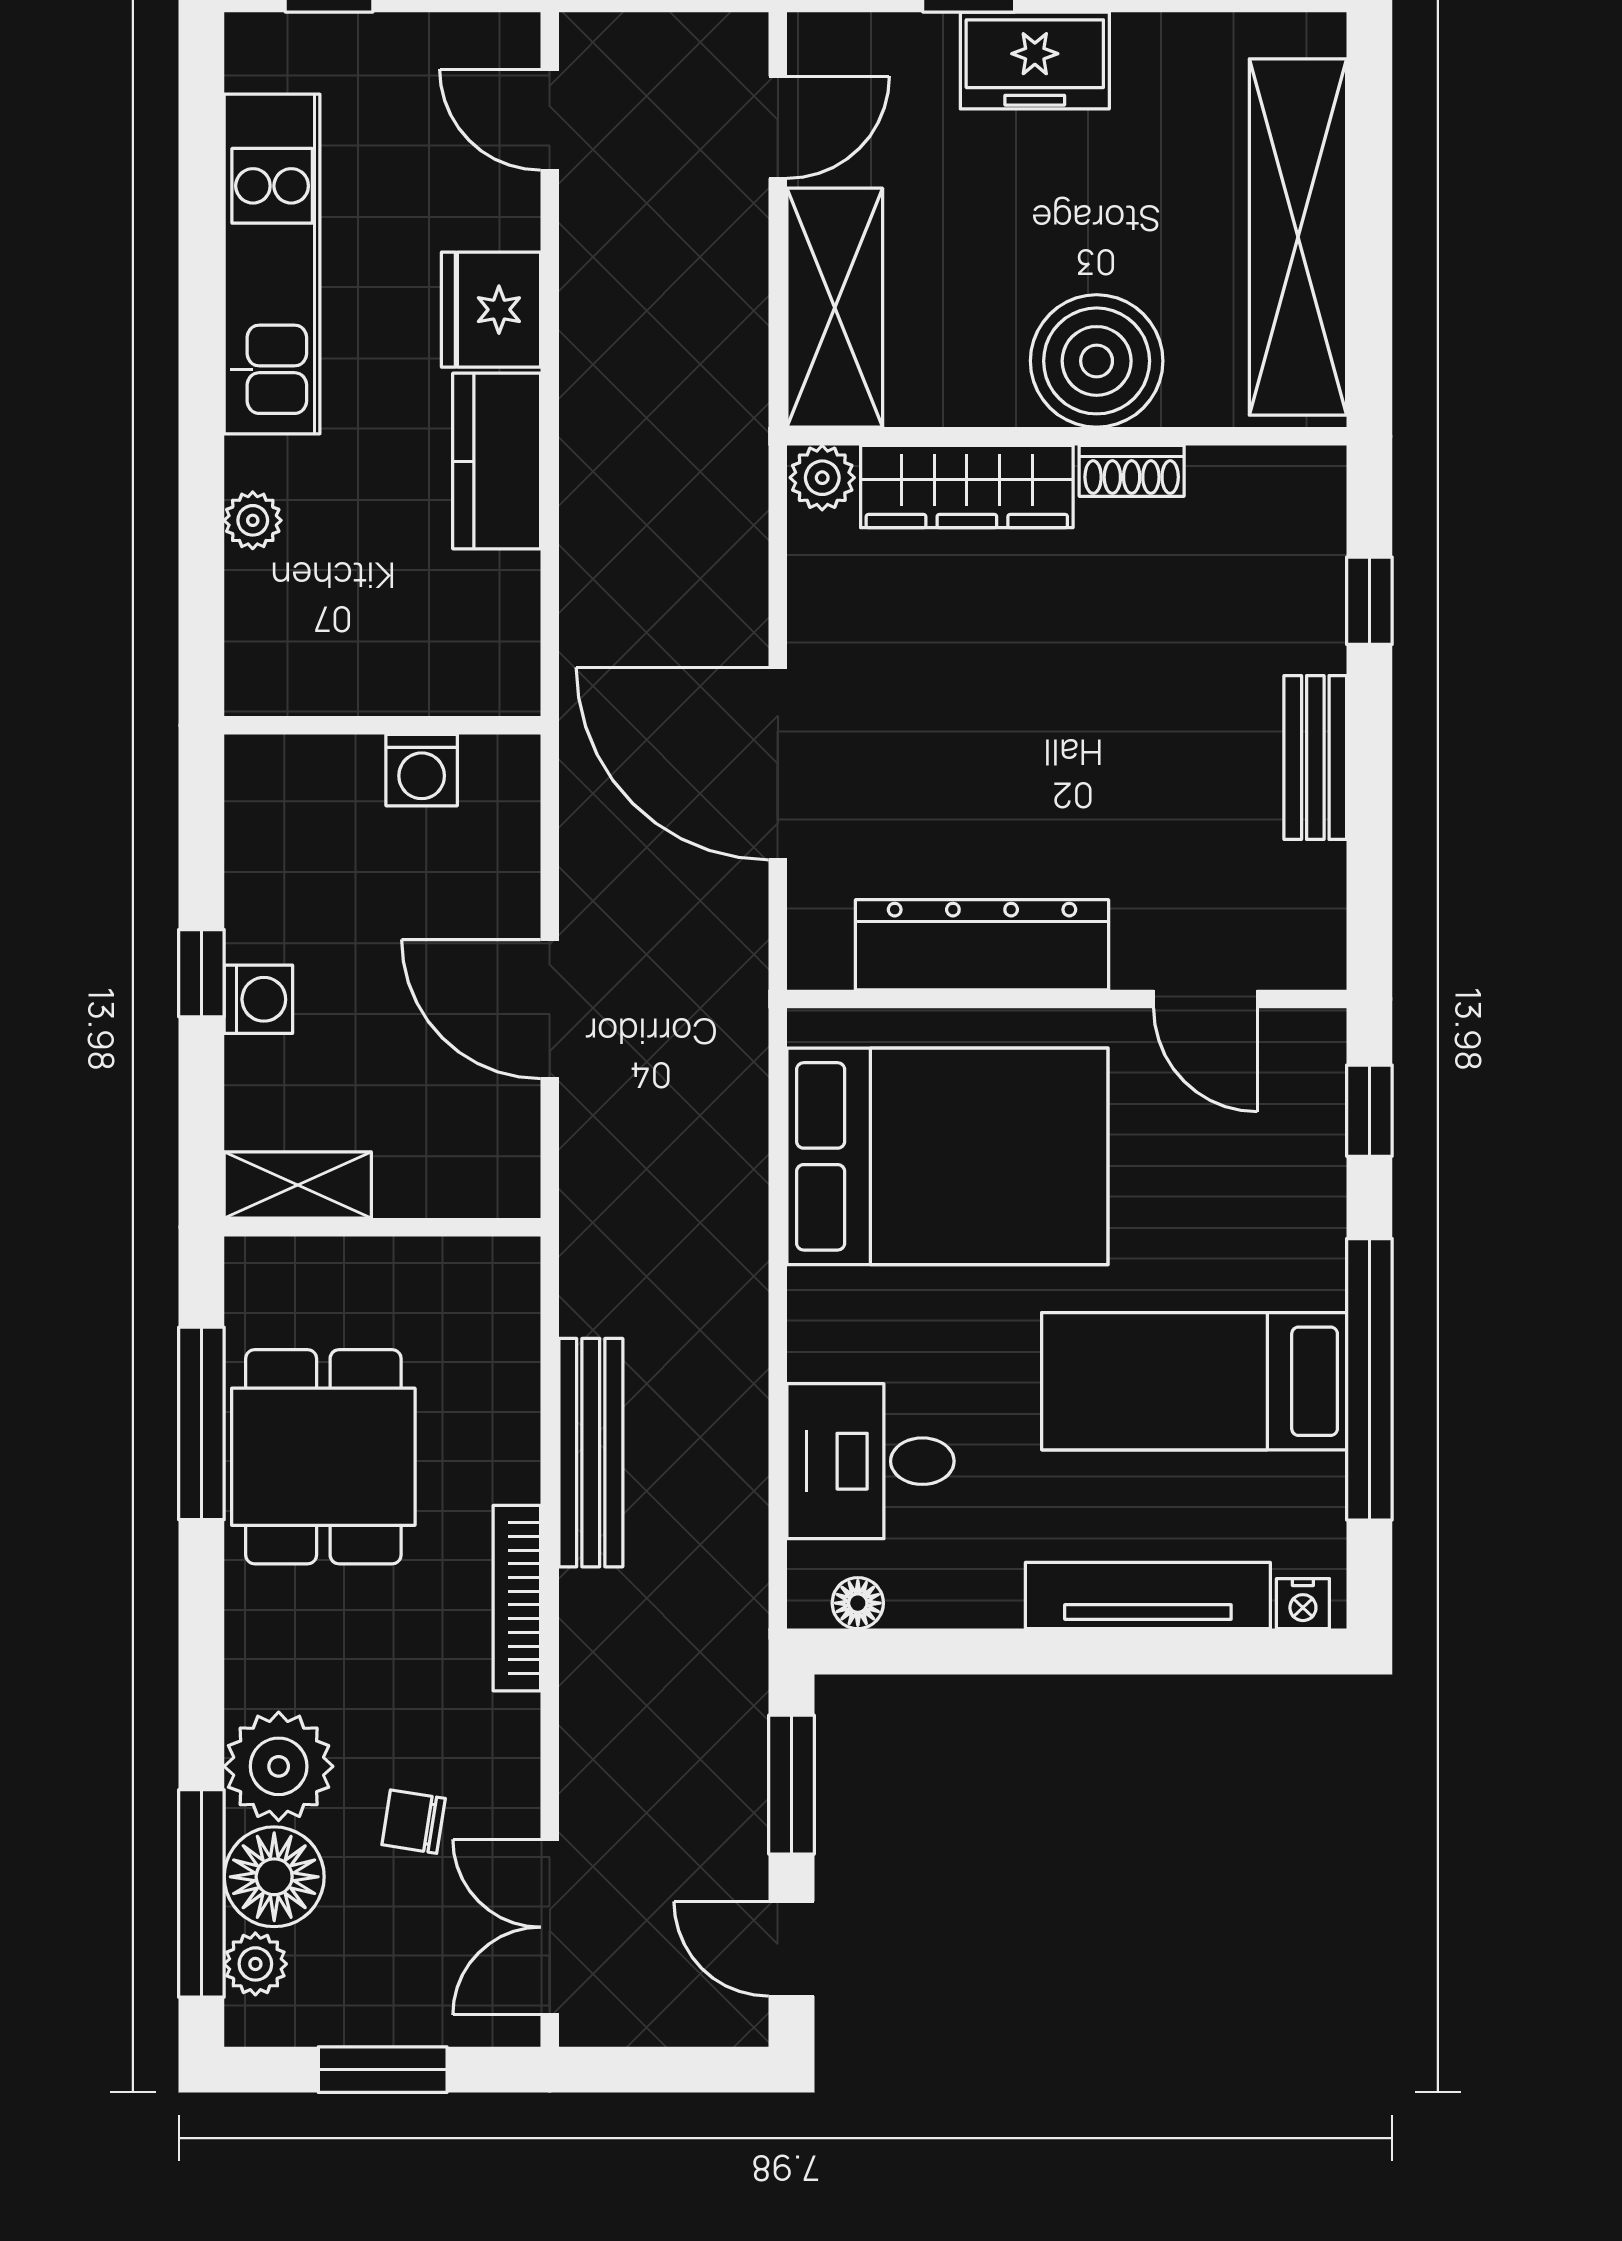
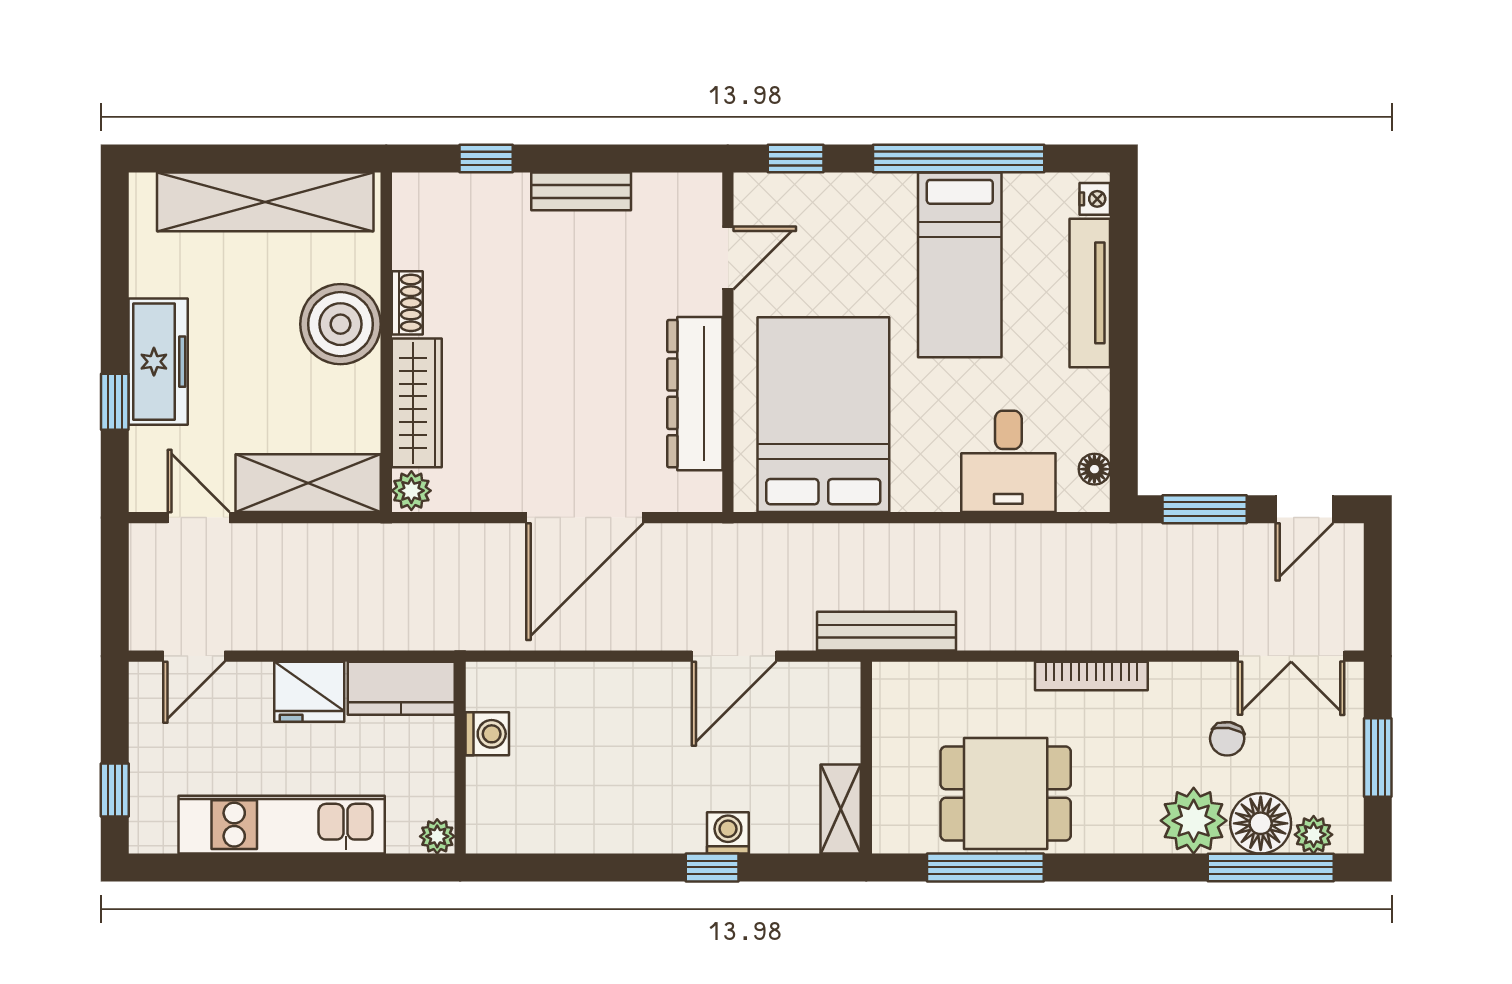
freezer: (1035, 60) -> (158, 362), width x1.40
wall: (382, 725) -> (460, 758), moved
washing machine: (422, 770) -> (487, 734), moved
bench: (591, 1453) -> (886, 631), moved

